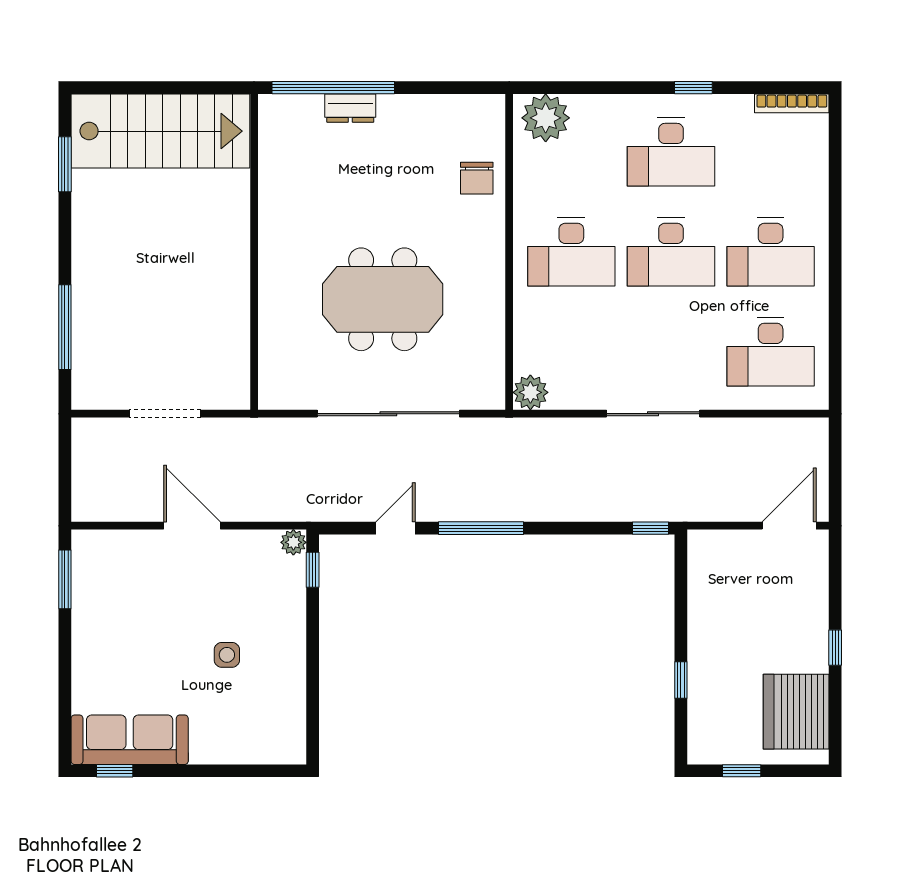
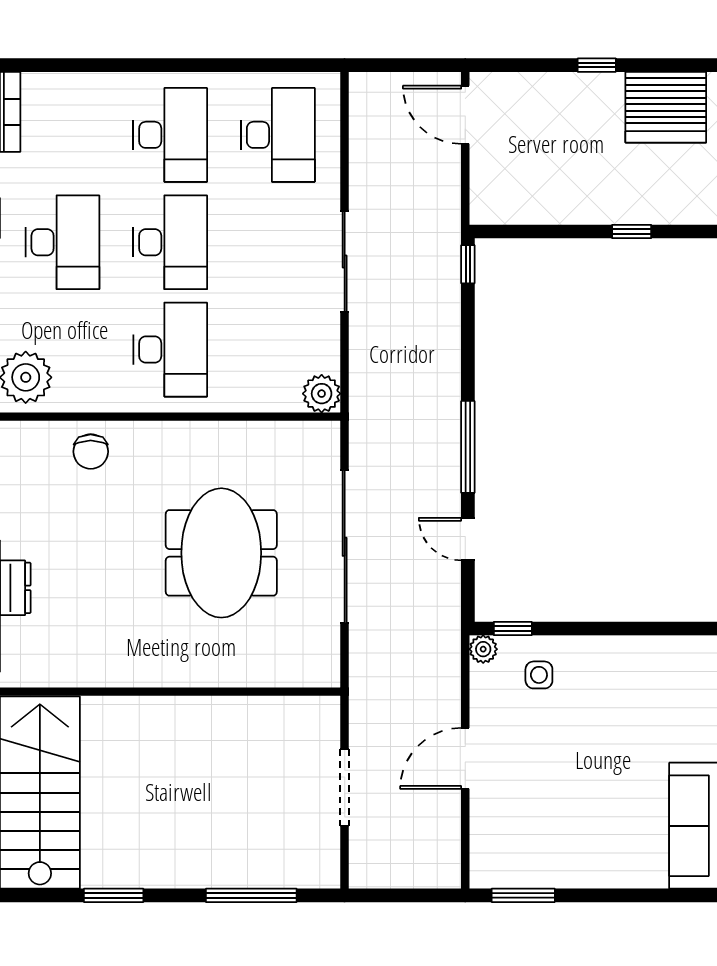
window: (65, 164) -> (114, 895), moved
chair: (477, 178) -> (91, 452), turned 90
side table: (227, 655) -> (539, 675), moved

